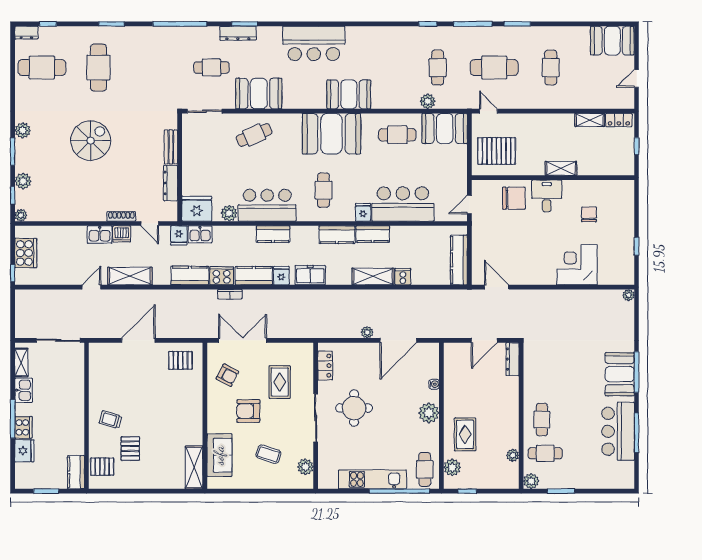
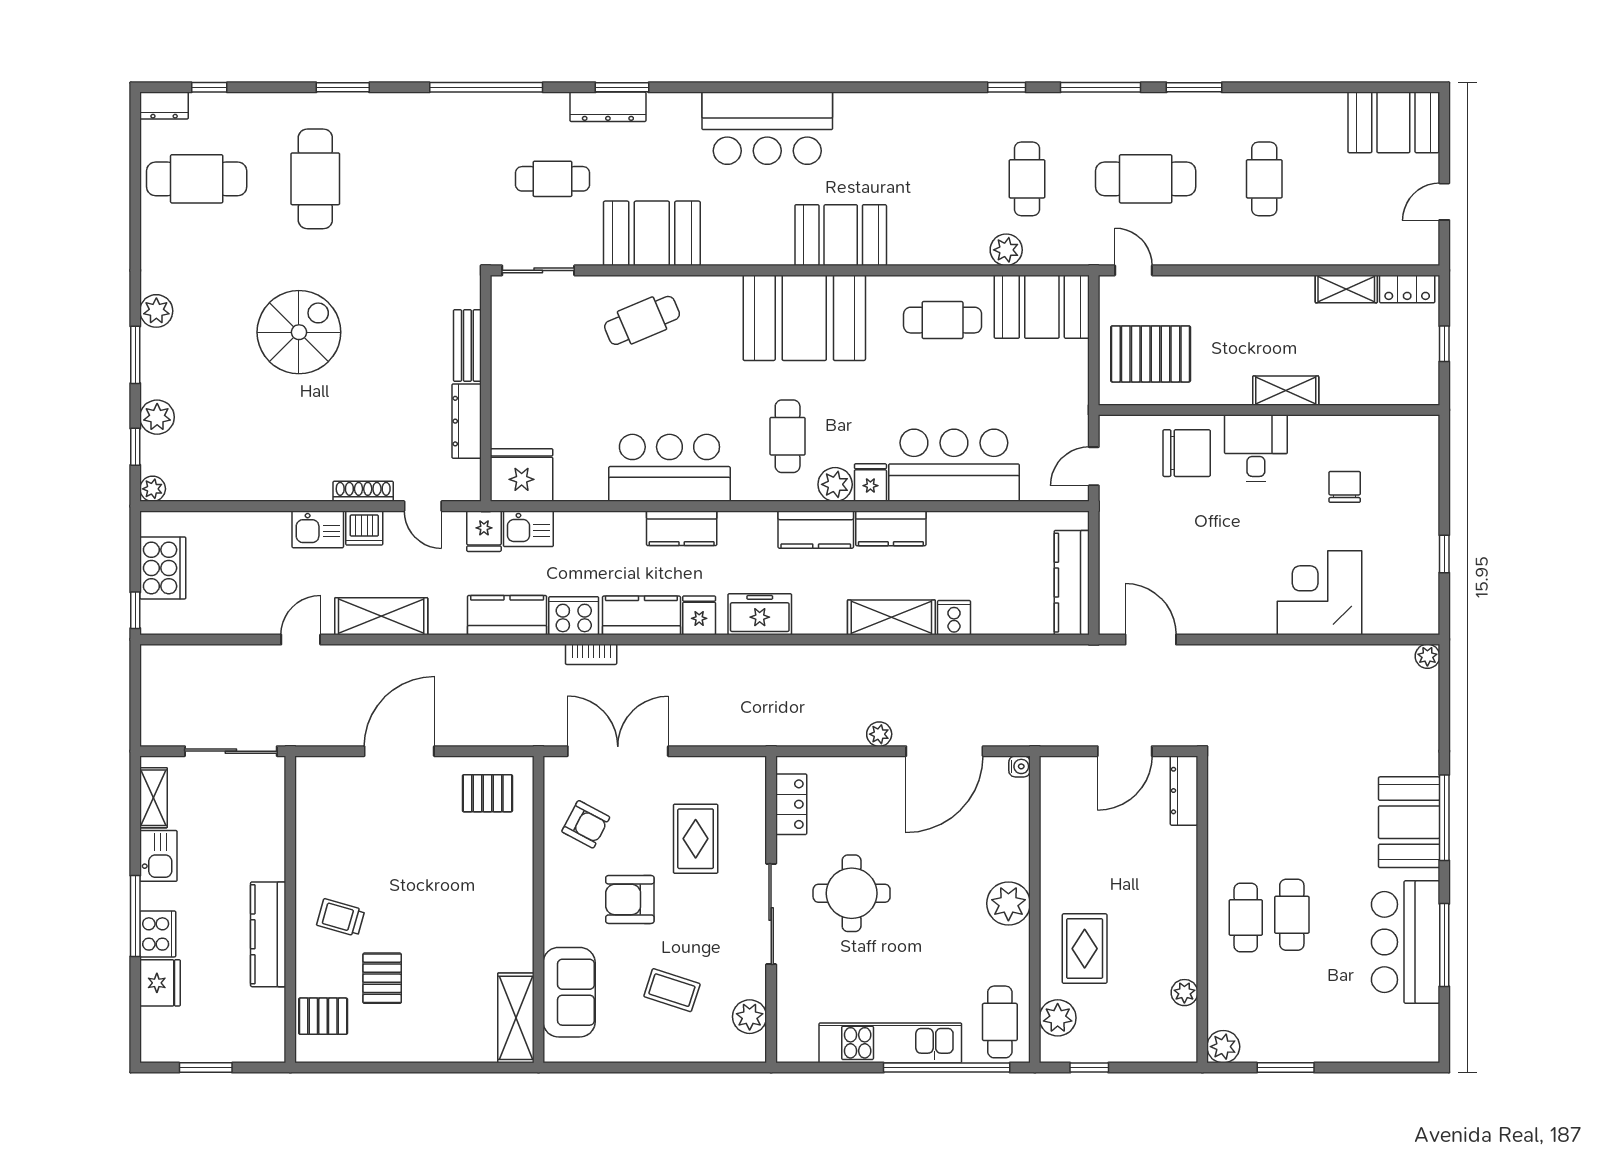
plant: (229, 213) -> (835, 484), moved
water cooler: (434, 384) -> (1020, 766), moved
cafe table: (545, 453) -> (1292, 915), moved, turned 90
kitchen counter: (76, 472) -> (268, 934), moved, width x1.50

